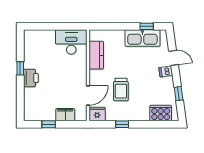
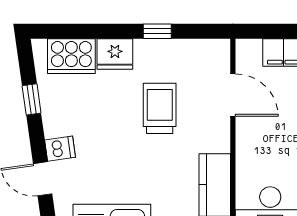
door: (88, 95) -> (233, 95), swing flipped
fridge: (97, 114) -> (115, 54), moved

